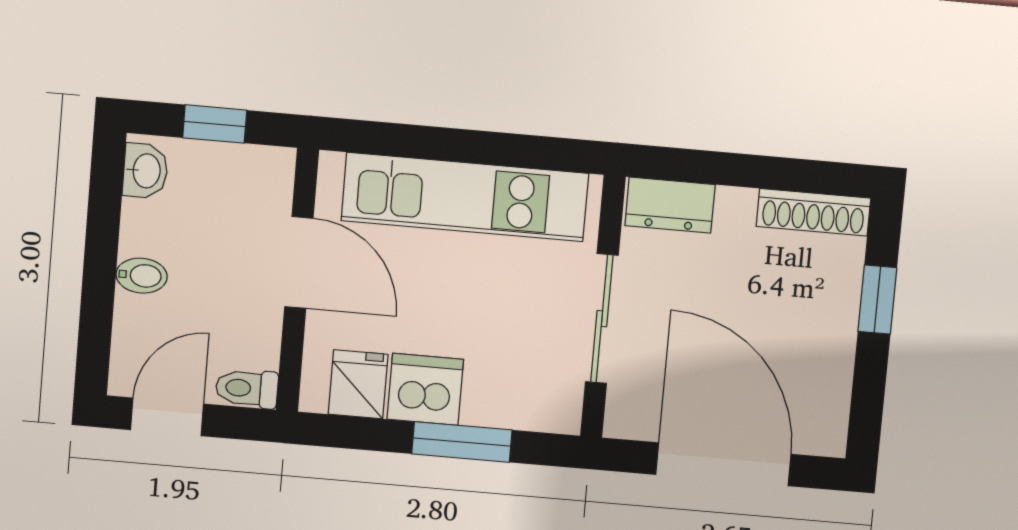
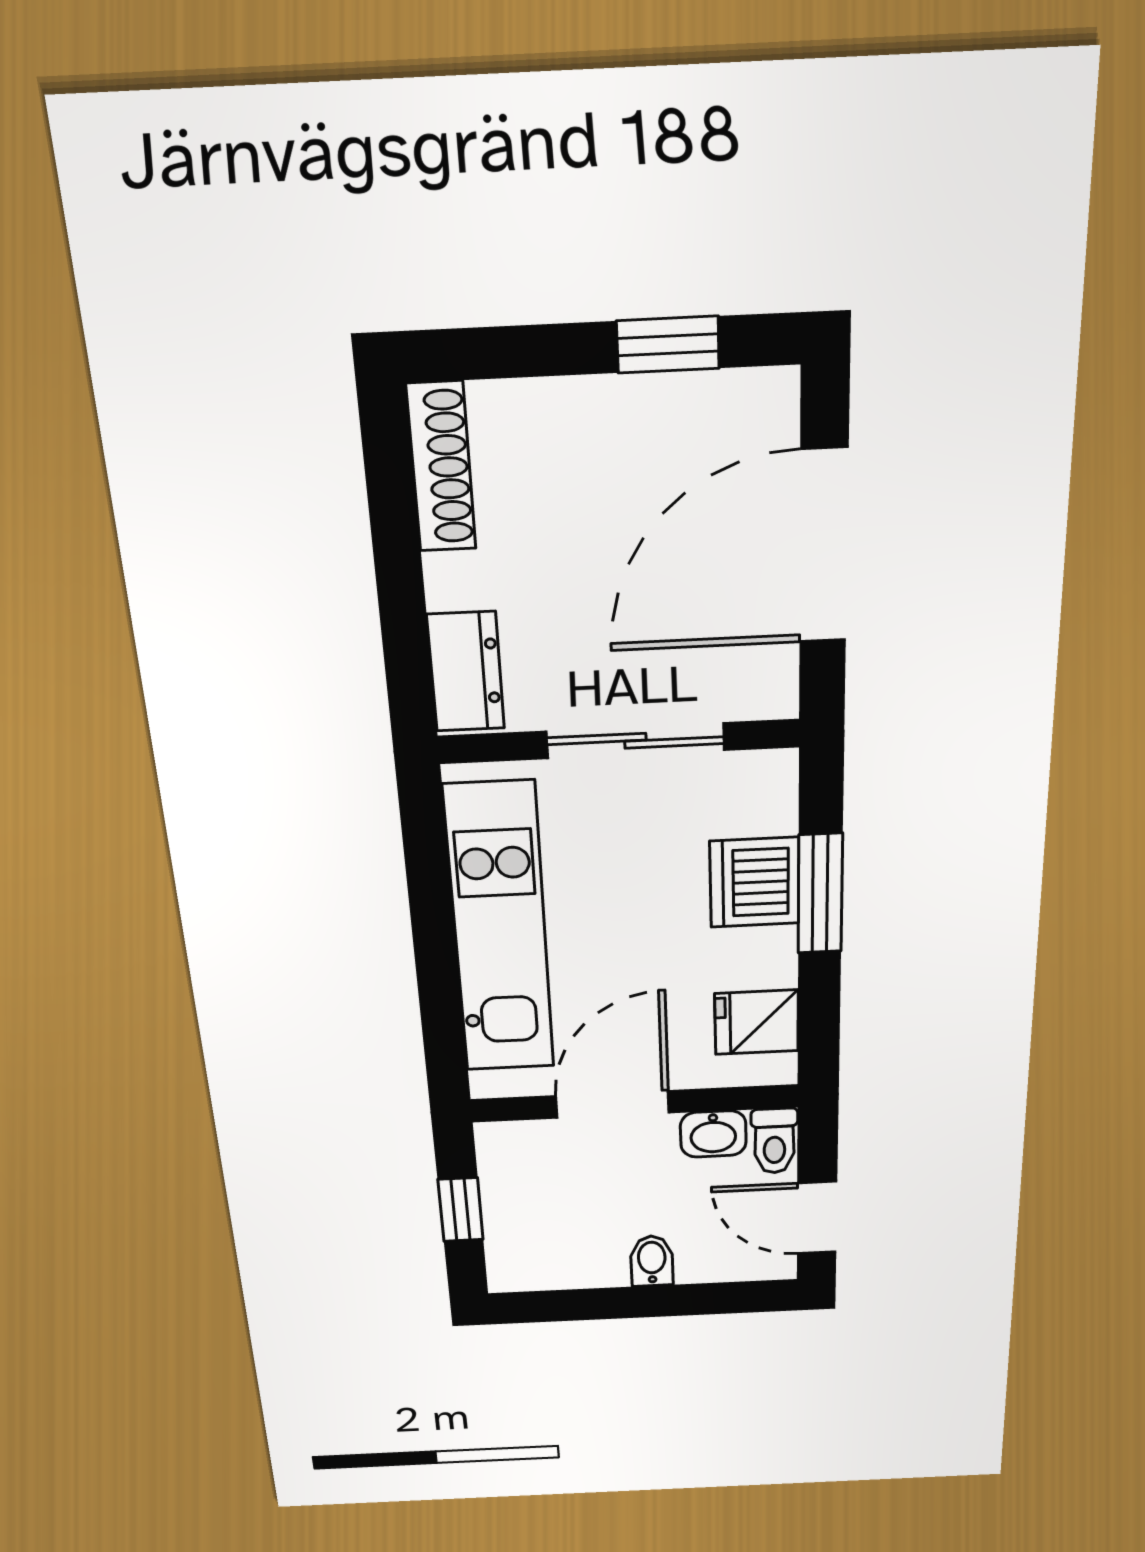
washbasin: (145, 171) -> (713, 1134), moved, turned 180
window: (877, 300) -> (668, 345), moved
dishwasher: (425, 389) -> (755, 882), moved

